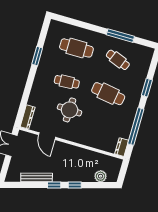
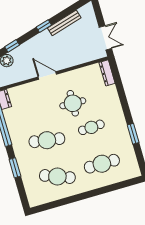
window: (120, 36) -> (69, 200), removed
cafe table: (118, 60) -> (57, 177), width x1.37, depth x1.35
door: (47, 136) -> (47, 76), moved
window: (75, 185) -> (12, 46), moved

